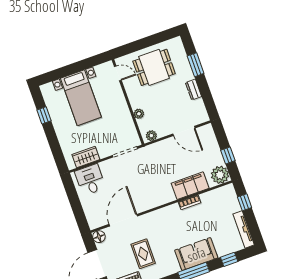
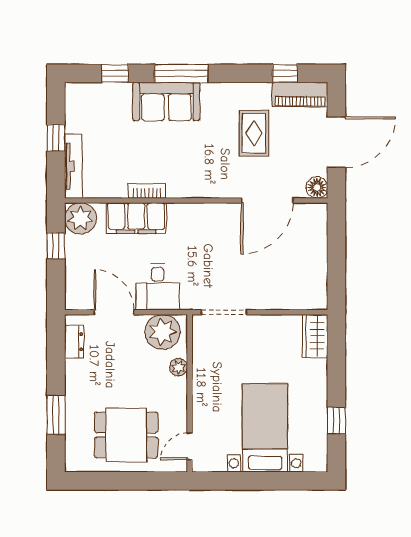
door: (118, 73) -> (190, 446), hinge flipped
dresser: (193, 90) -> (74, 342), moved
plant: (151, 136) -> (163, 332), width x1.87, depth x1.87
wardrobe: (86, 157) -> (315, 336), moved, turned 90
desk: (90, 180) -> (158, 287), moved
window: (245, 202) -> (56, 138), moved
tv unit: (244, 229) -> (73, 166), moved

